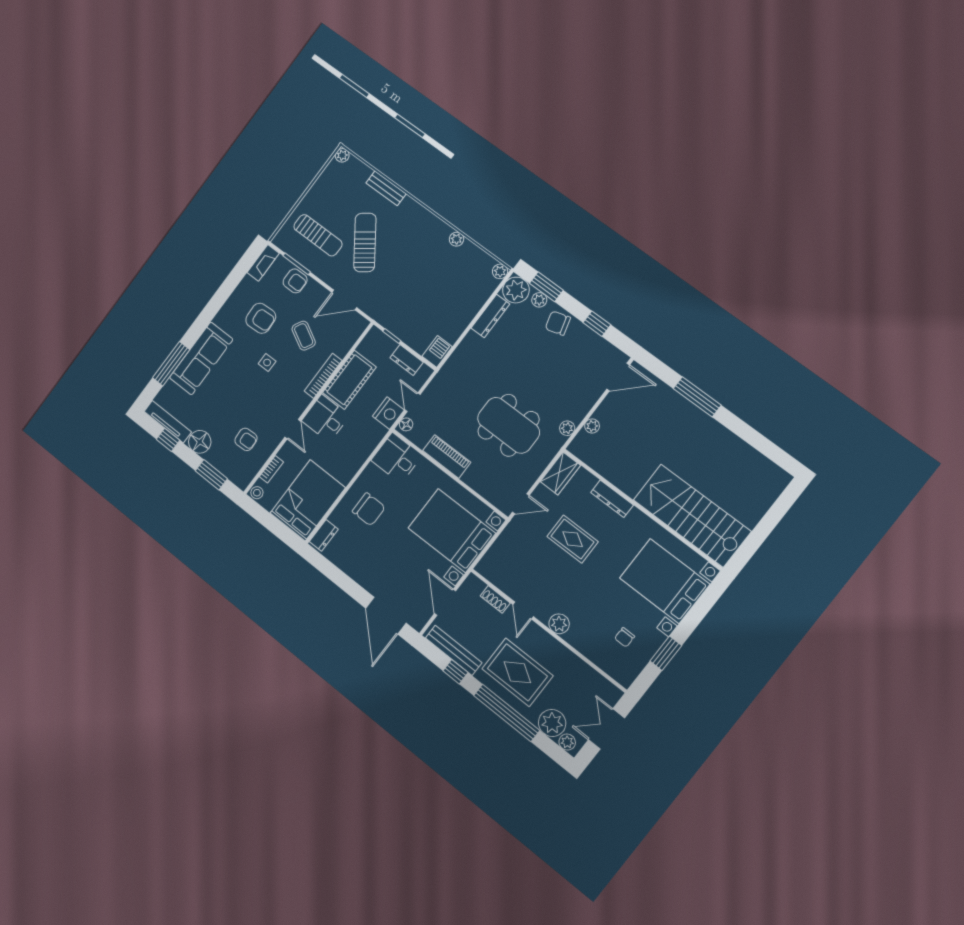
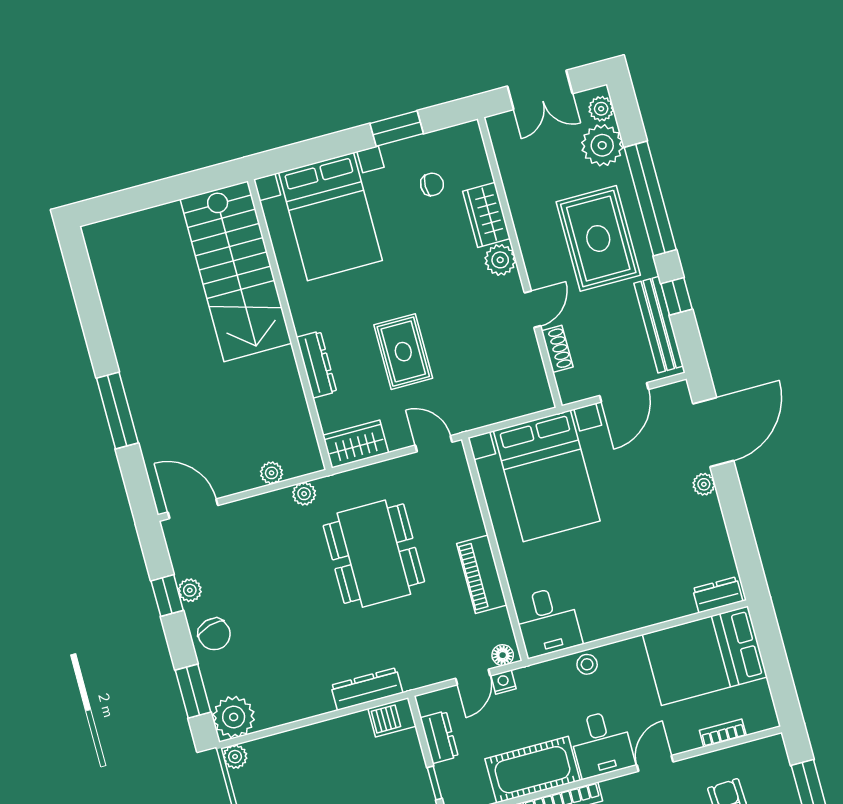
plant: (539, 300) -> (190, 590), moved
dresser: (490, 316) -> (367, 689), moved
nightstand: (388, 413) -> (503, 682), width x0.53, depth x0.56
stool: (257, 493) -> (587, 664), moved
chair: (369, 509) -> (633, 584), removed
plant: (371, 586) -> (704, 484), added
wardrobe: (584, 642) -> (487, 215), added

